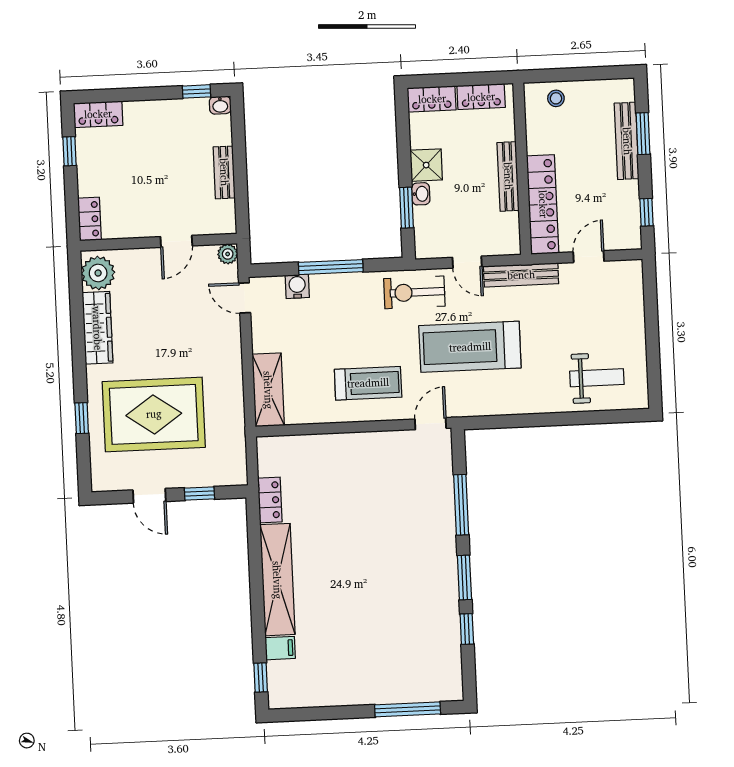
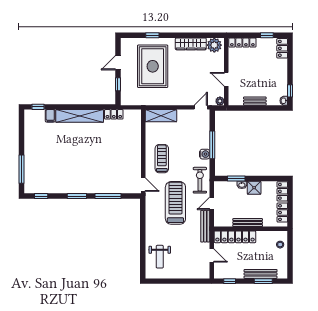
locker: (90, 219) -> (242, 43), width x1.53
water cooler: (297, 286) -> (205, 154), moved
treadmill: (368, 383) -> (162, 159), turned 180
window: (467, 629) -> (41, 196), moved

